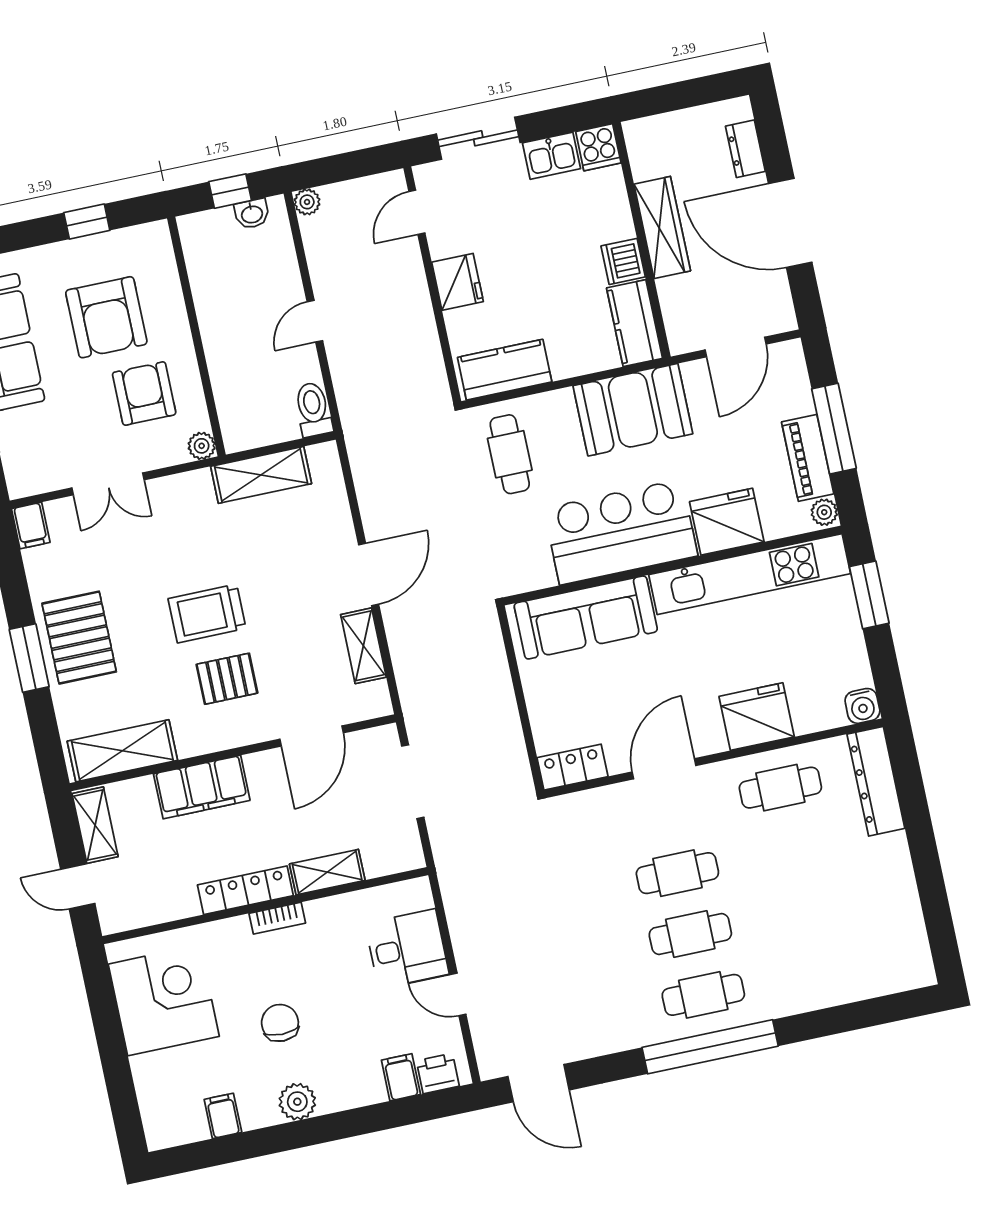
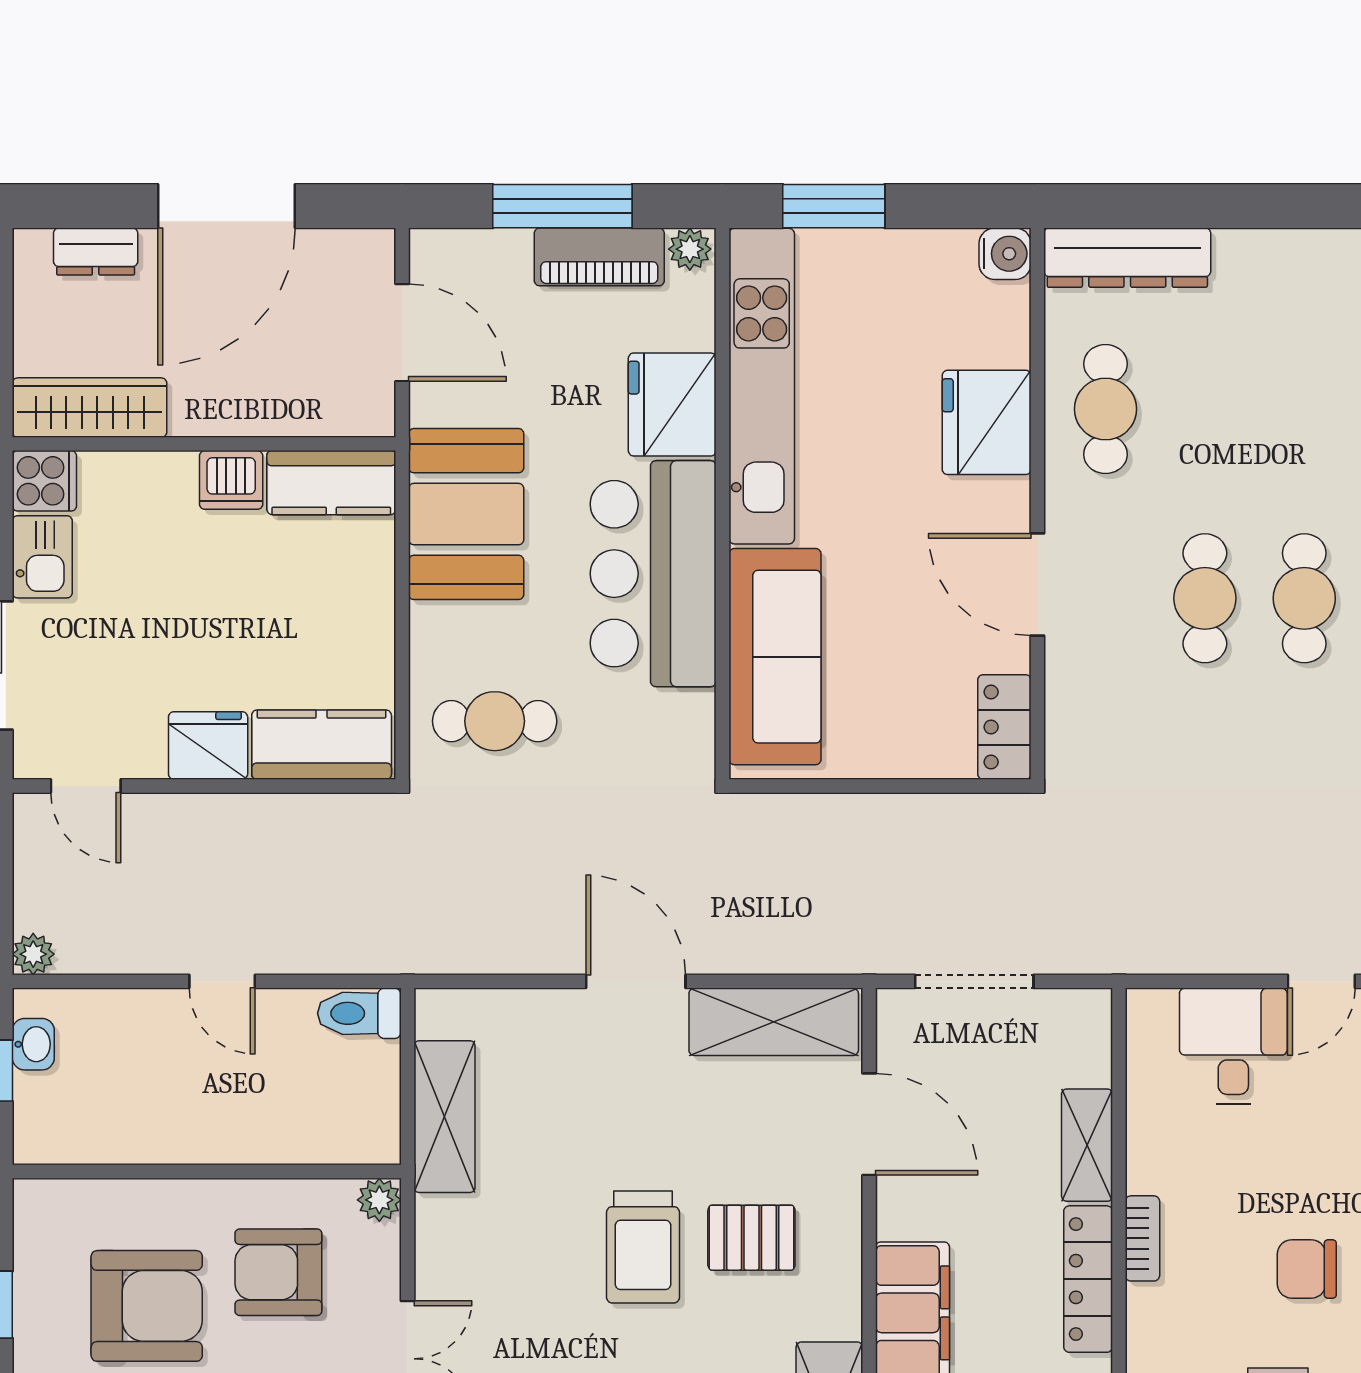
wardrobe: (662, 227) -> (90, 408), moved
kitchen counter: (505, 370) -> (322, 745), moved, turned 90
shelving: (363, 646) -> (774, 1022), width x1.50, depth x1.33
pallet: (227, 679) -> (751, 1238), turned 90

